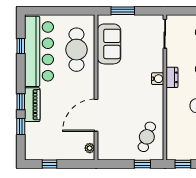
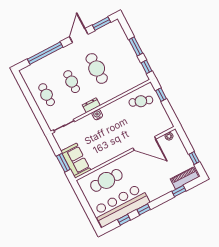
sofa: (109, 44) -> (76, 161), moved, turned 90
window: (21, 102) -> (144, 209), moved
piano: (32, 105) -> (185, 178), moved

